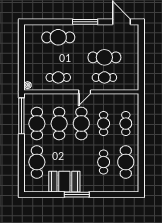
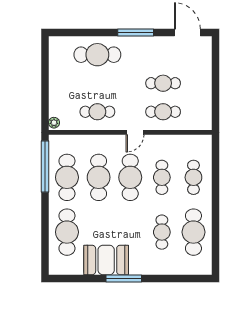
cafe table: (104, 57) -> (163, 83), width x0.73, depth x0.74

